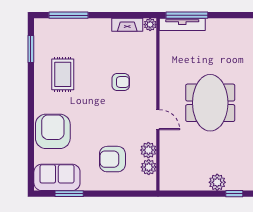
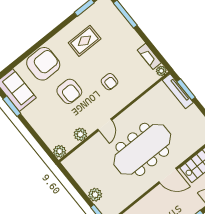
window: (187, 15) -> (186, 89), width x0.69
meeting table: (210, 103) -> (142, 149), width x1.36
armchair: (112, 159) -> (69, 91), moved, turned 180
plant: (149, 167) -> (60, 151), moved

